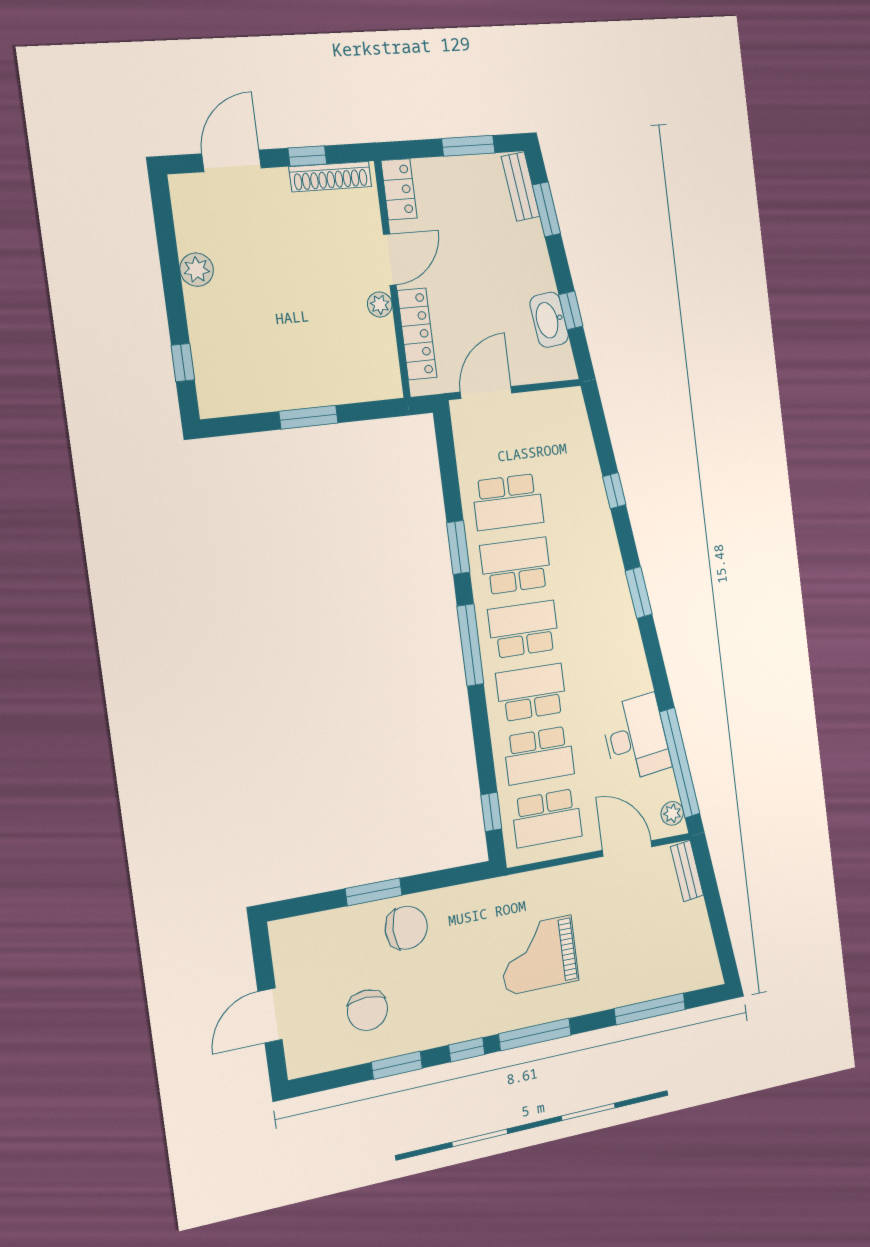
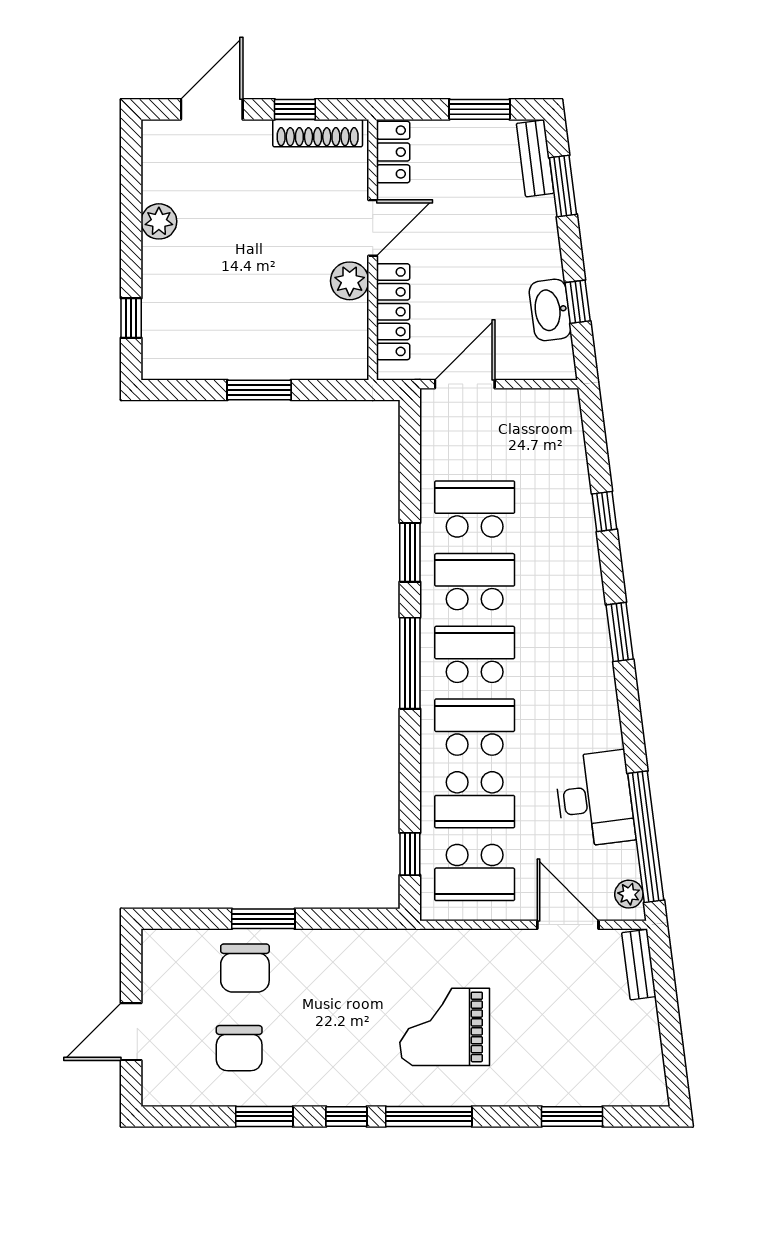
plant: (380, 304) -> (350, 281), width x1.38, depth x1.38
school desk: (508, 502) -> (475, 509), turned 180
chair: (406, 928) -> (245, 968), moved, turned 90
window: (650, 1009) -> (572, 1116), width x0.69

